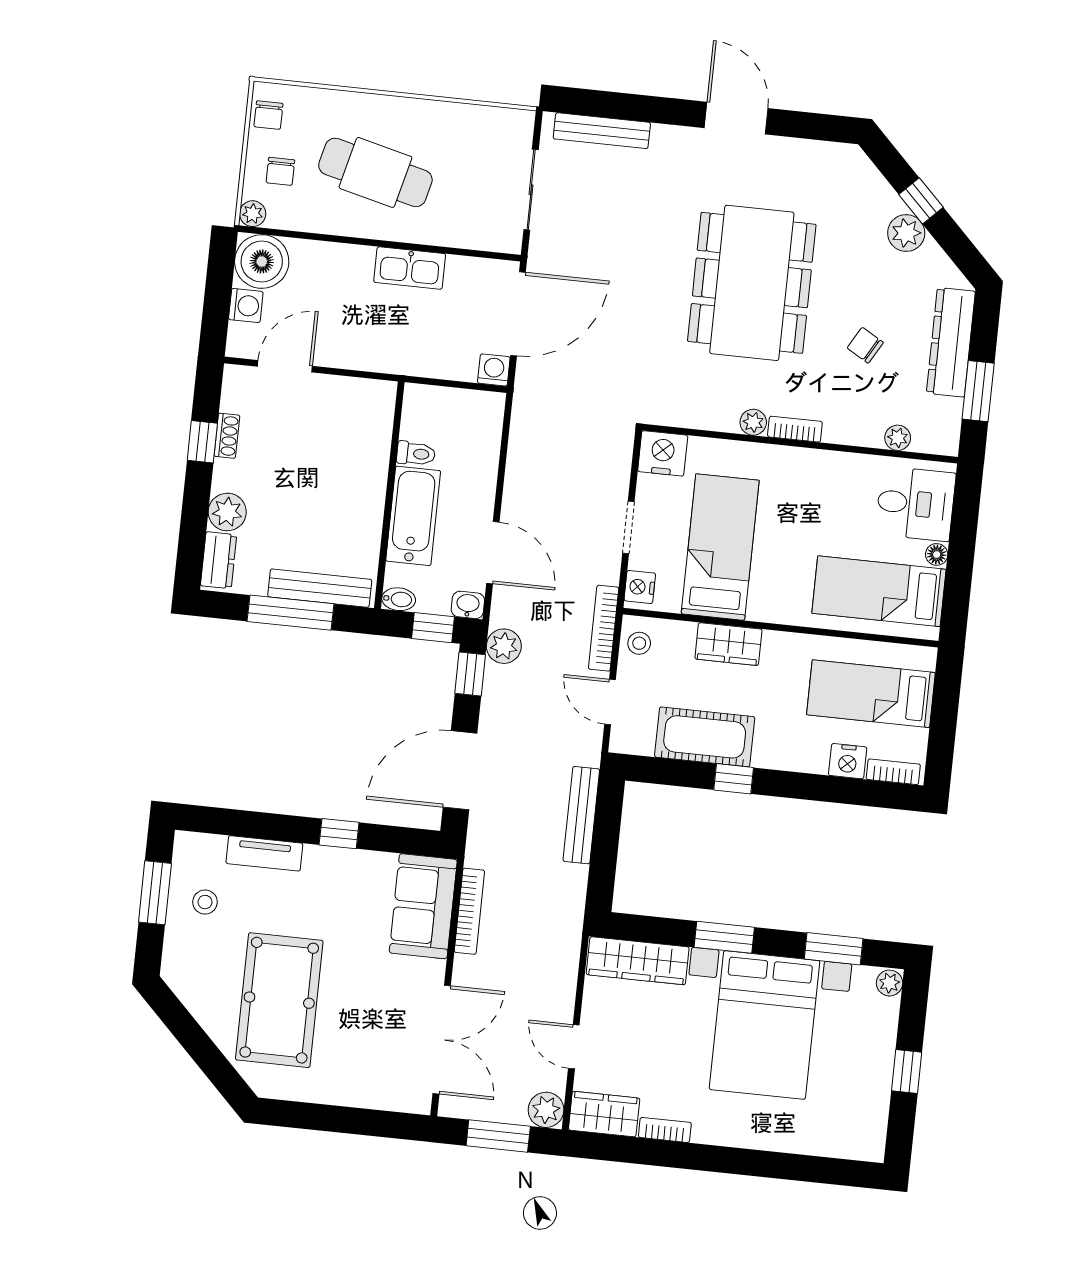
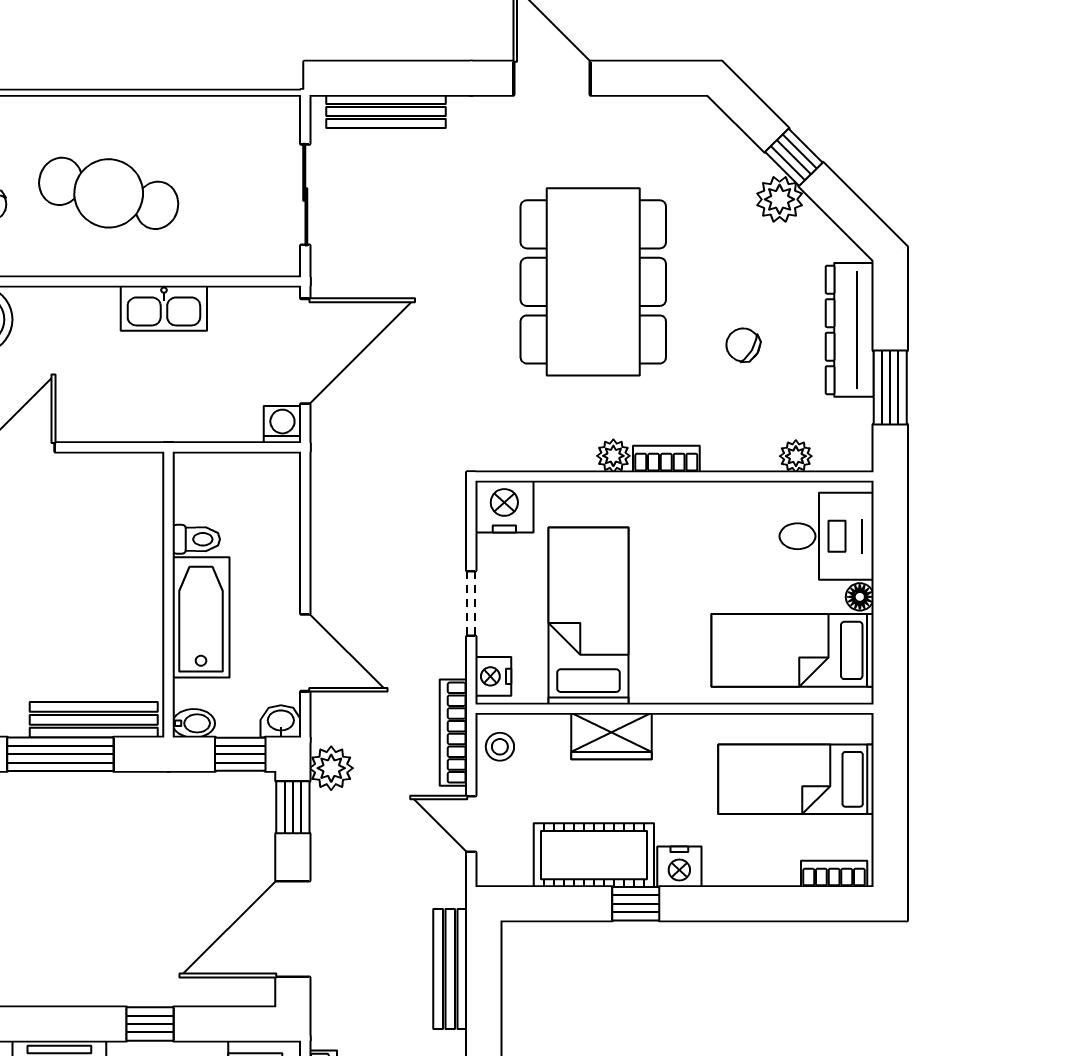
nightstand: (848, 761) -> (679, 867), moved

